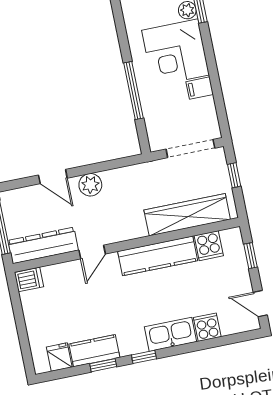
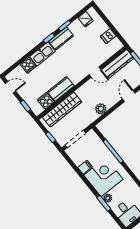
door: (53, 177) -> (129, 96), hinge flipped
plant: (90, 185) -> (101, 109), moved
door: (92, 252) -> (95, 72), swing flipped
kitchen counter: (158, 256) -> (61, 89), width x0.67
dishwasher: (29, 280) -> (108, 36), moved
kitchen counter: (94, 351) -> (61, 39), moved

